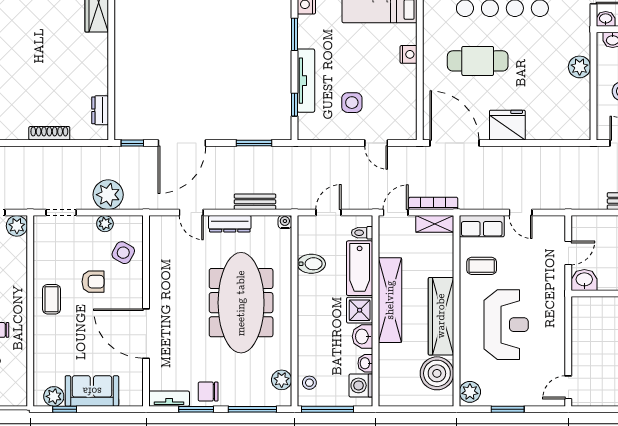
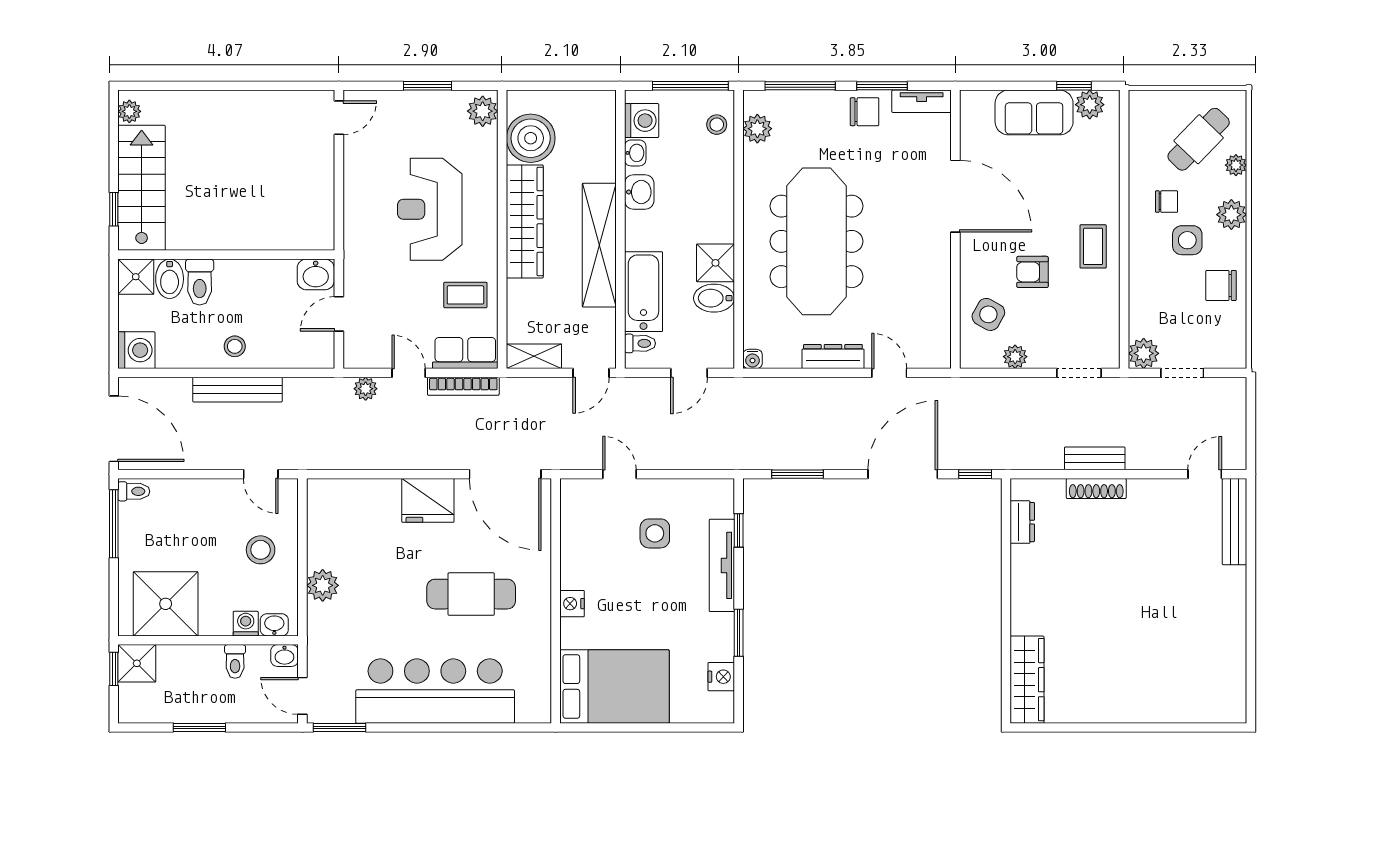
plant: (108, 195) -> (366, 389), moved, width x0.53, depth x0.53
bench: (255, 202) -> (1095, 458), moved
bookcase: (433, 203) -> (463, 386), moved
shower: (360, 310) -> (715, 263), moved

